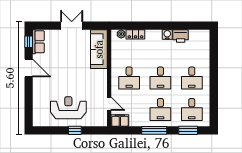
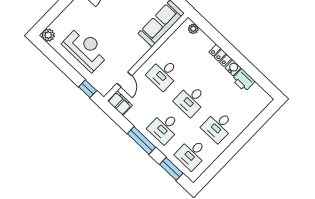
locker: (135, 34) -> (220, 55), moved
plant: (38, 121) -> (48, 35), added
window: (75, 130) -> (88, 89), moved

